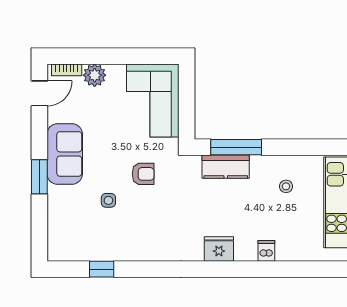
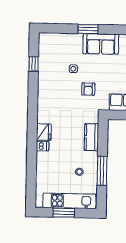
window: (236, 147) -> (102, 171), moved
dishwasher: (266, 251) -> (42, 146), moved

